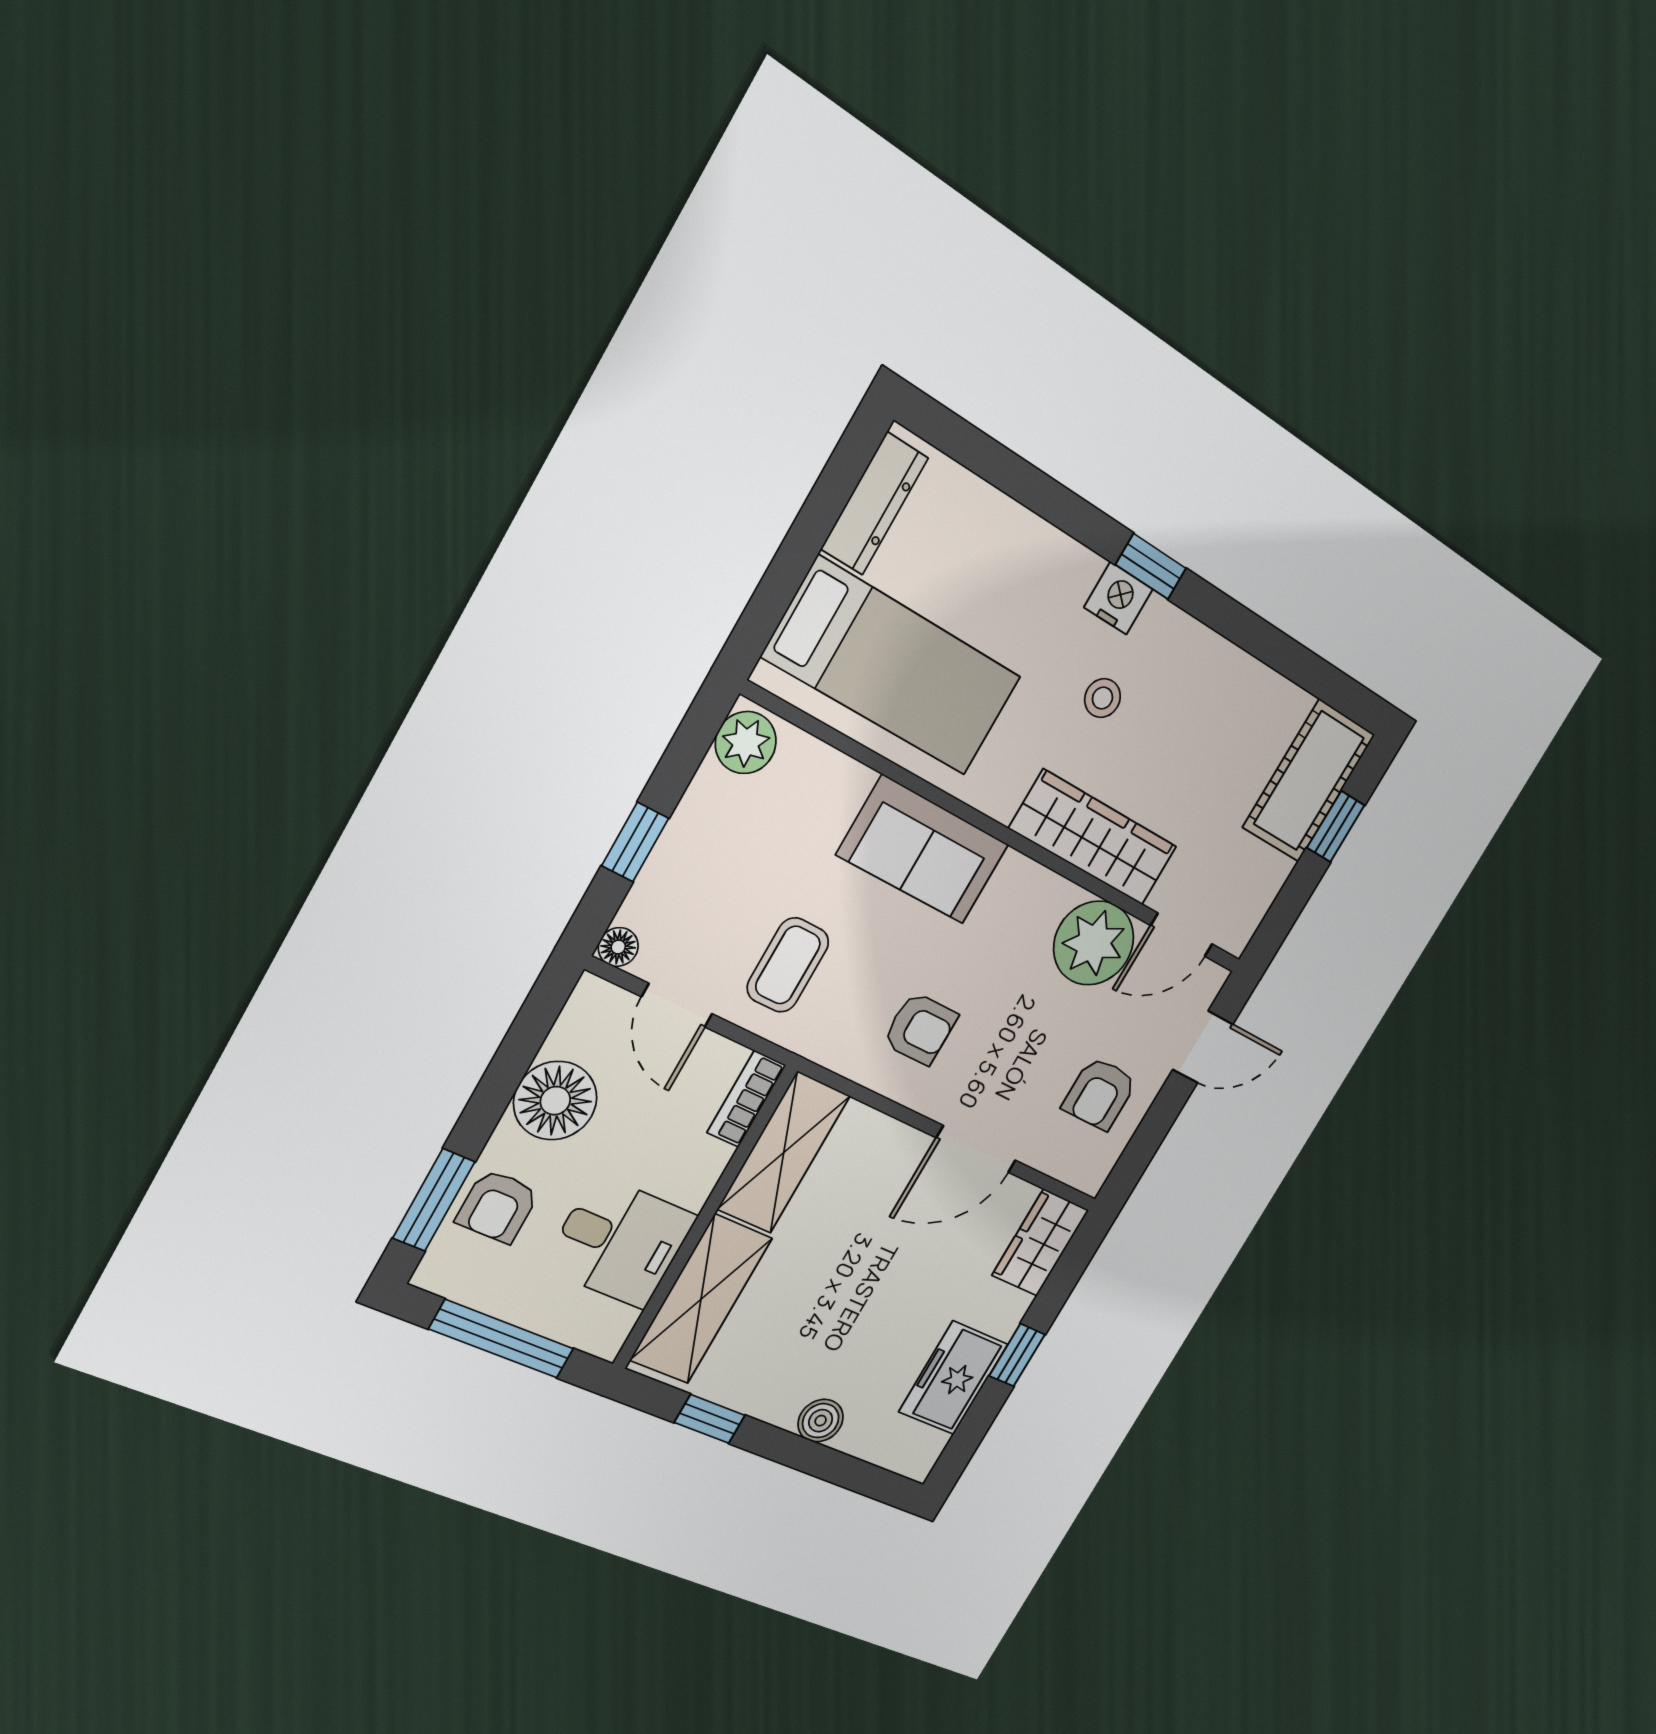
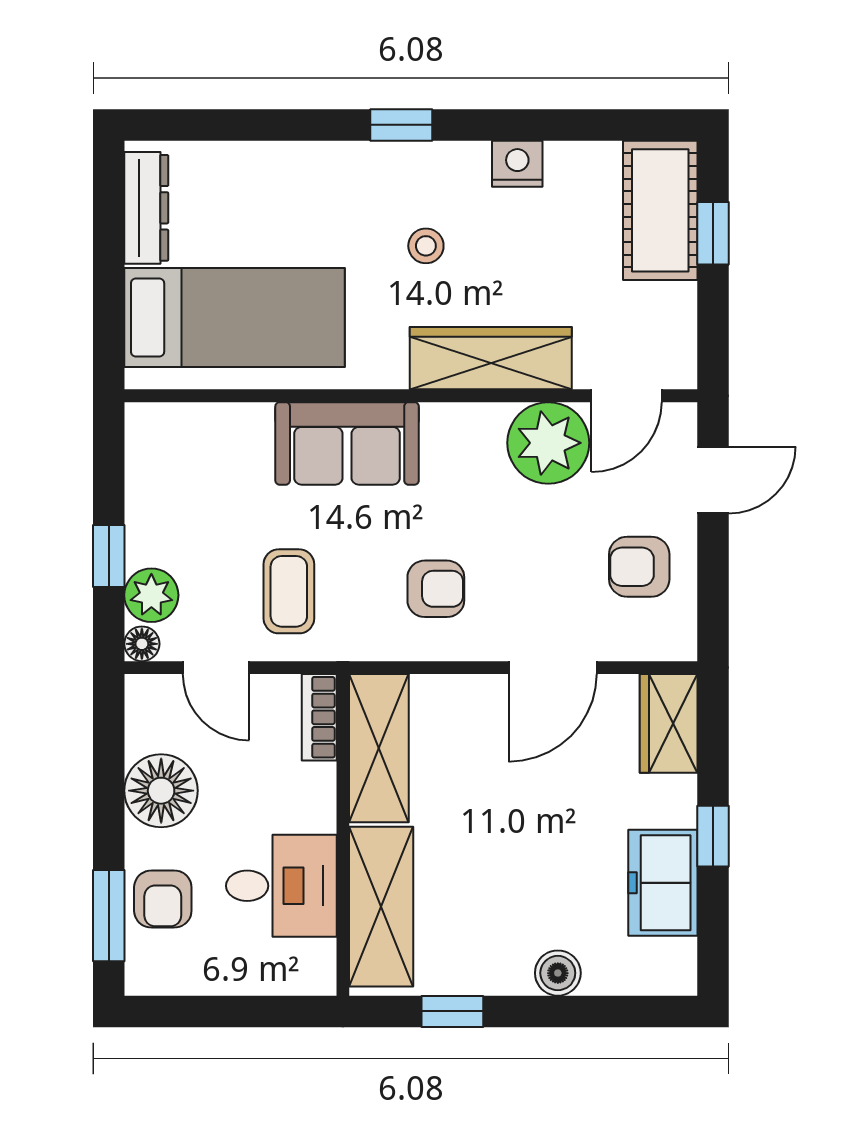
nightstand: (1118, 598) -> (517, 164), moved
plant: (746, 743) -> (151, 595), moved
armchair: (1100, 1094) -> (639, 567), turned 90
window: (502, 1339) -> (229, 1011), removed

